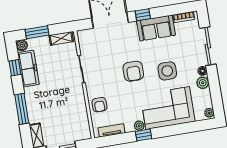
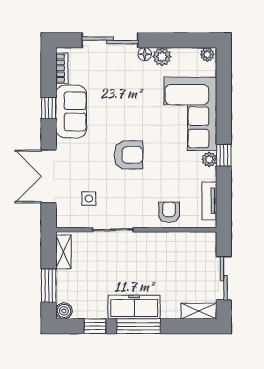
window: (143, 15) -> (49, 108), moved
freezer: (28, 69) -> (134, 307), moved
side table: (167, 71) -> (89, 199), moved, width x0.54, depth x0.54
armchair: (99, 105) -> (169, 212), turned -90
window: (22, 109) -> (139, 326), moved

